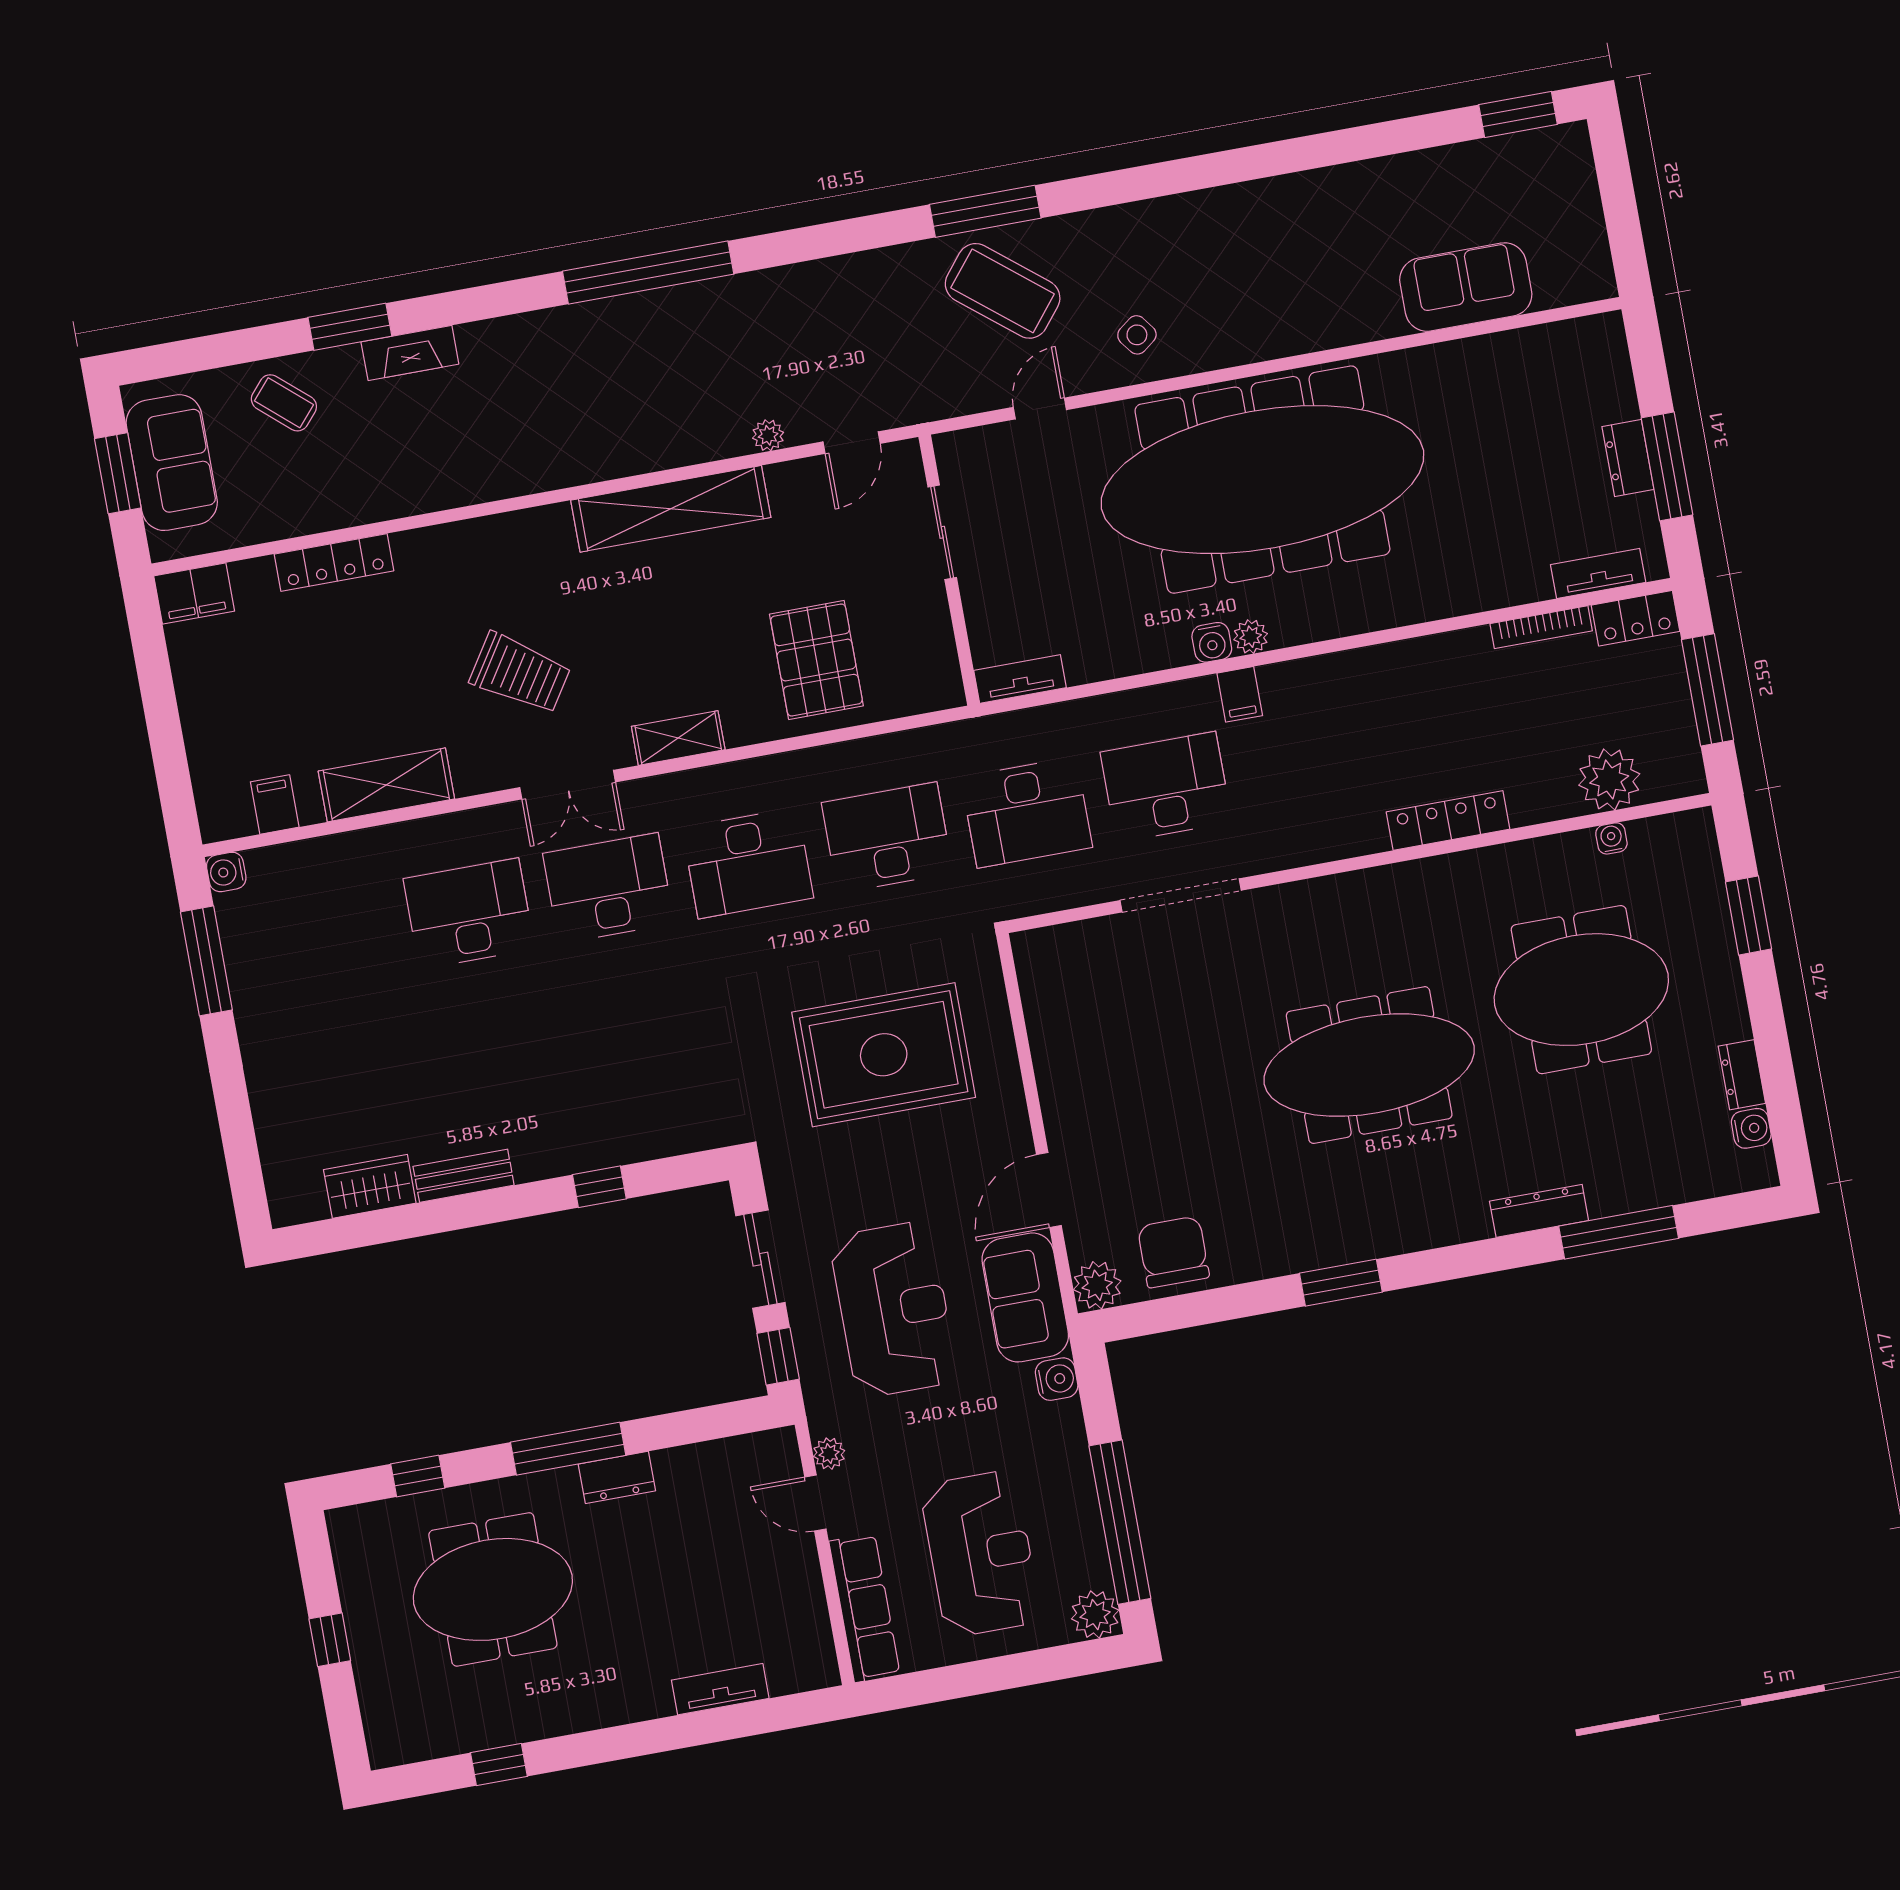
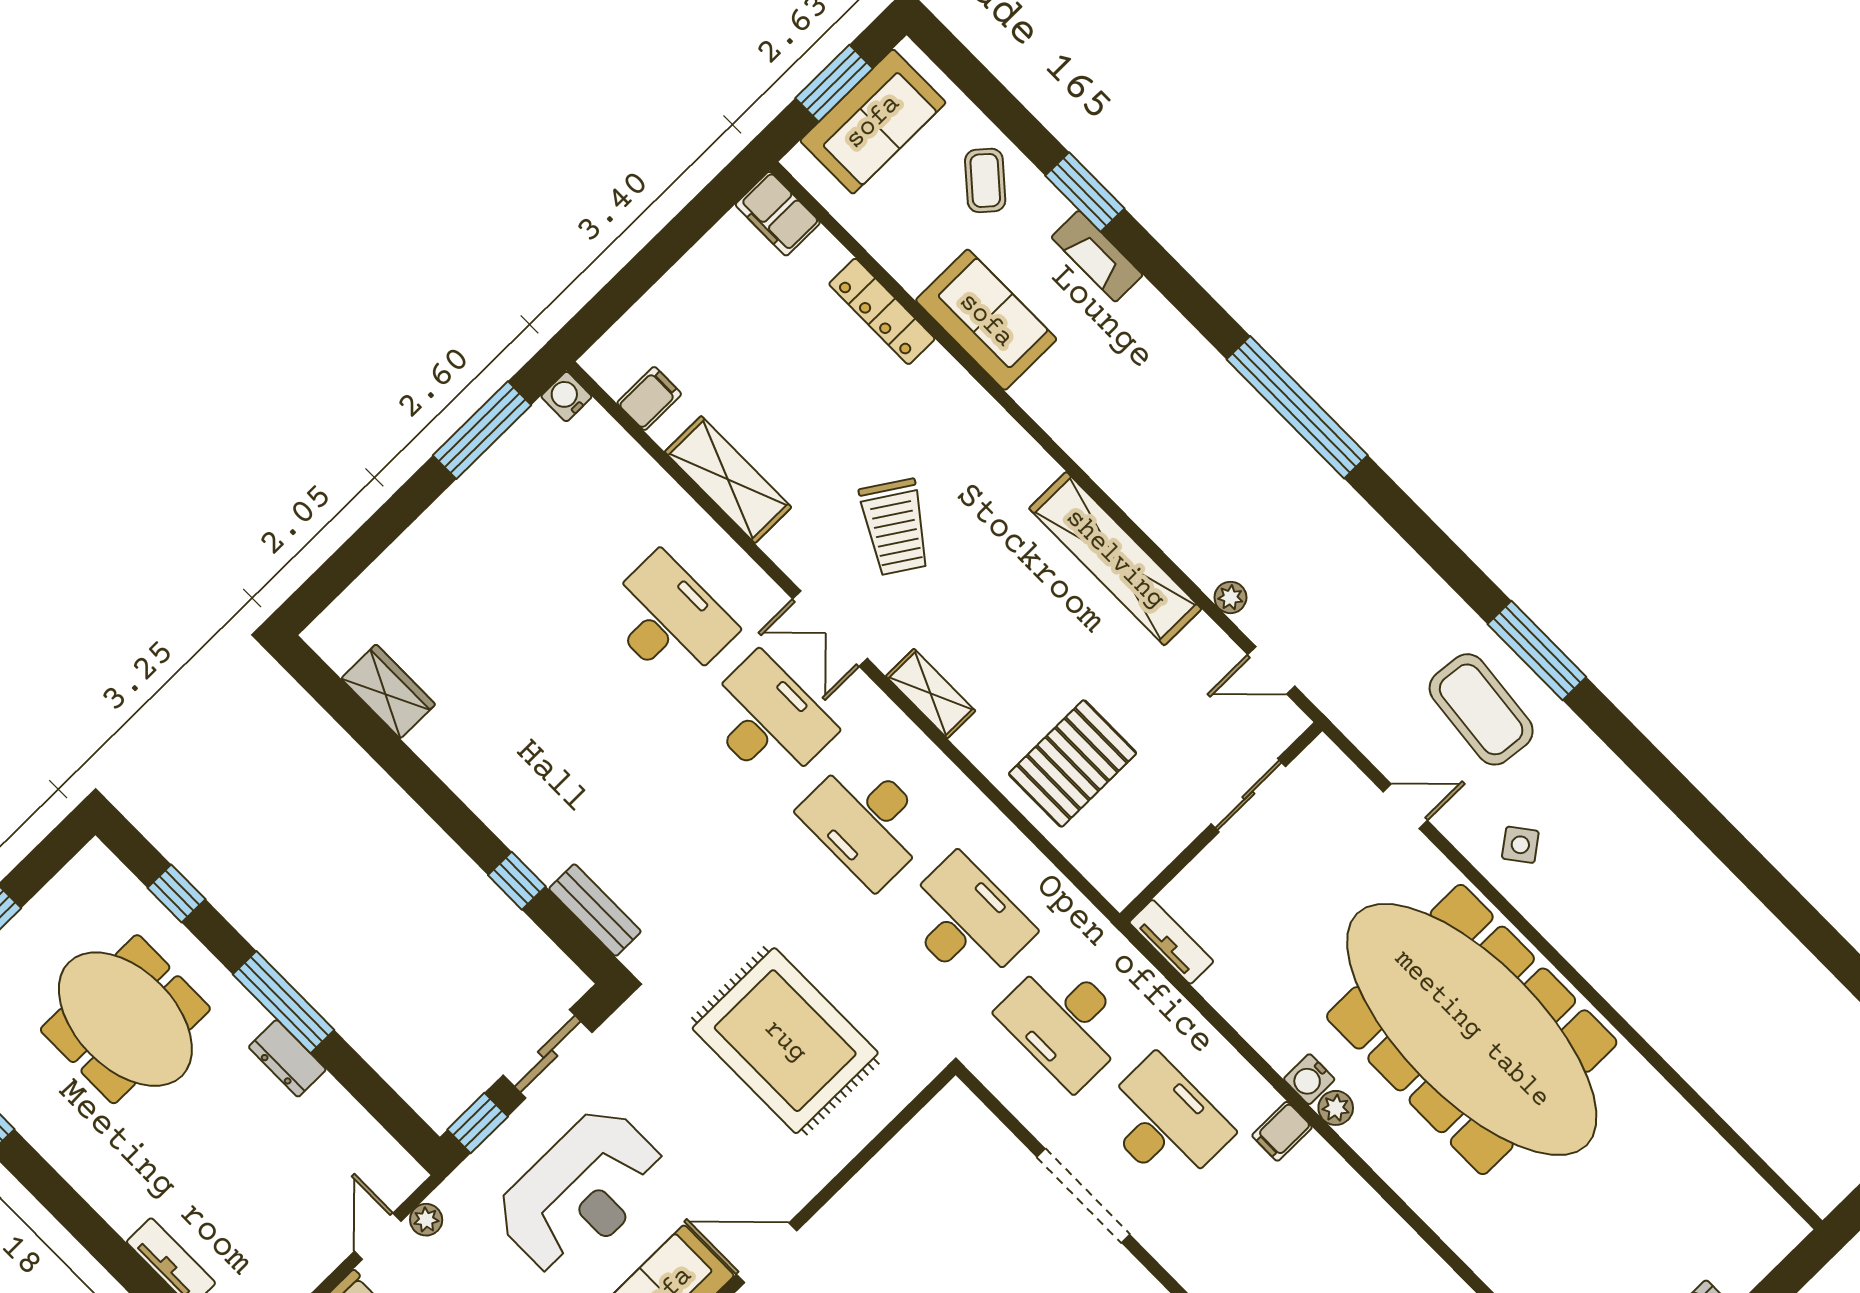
sofa: (1466, 287) -> (986, 320), moved
coffee table: (1003, 291) -> (1481, 709), turned -33
bench: (464, 1176) -> (595, 910), moved

